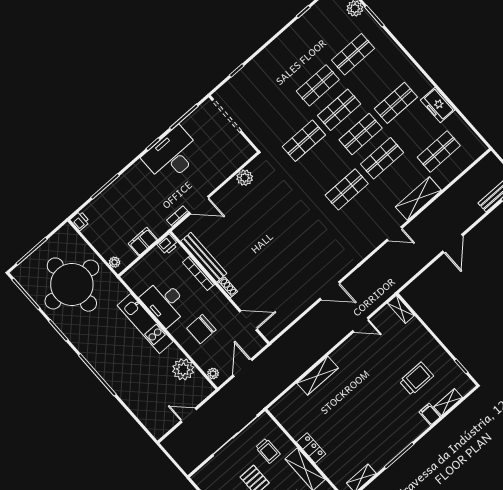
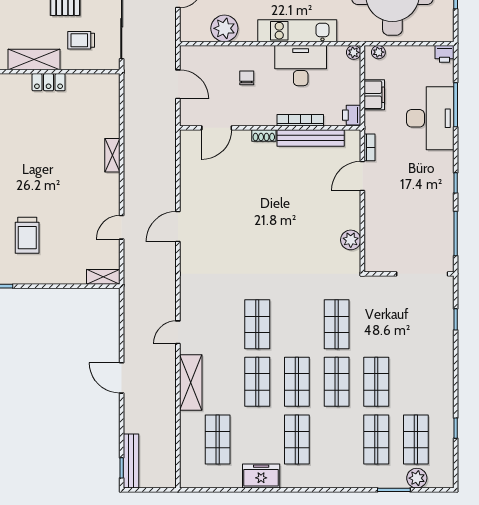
shop shelf: (332, 30) -> (416, 439), added
desk: (172, 155) -> (430, 118), moved
chair: (201, 329) -> (247, 78), width x0.54, depth x0.54
plant: (213, 374) -> (354, 52), moved
shelving: (318, 376) -> (112, 155), width x0.67, depth x0.75

